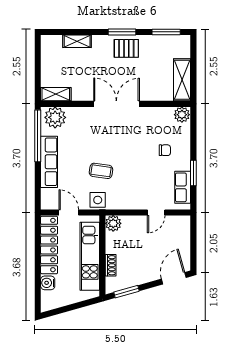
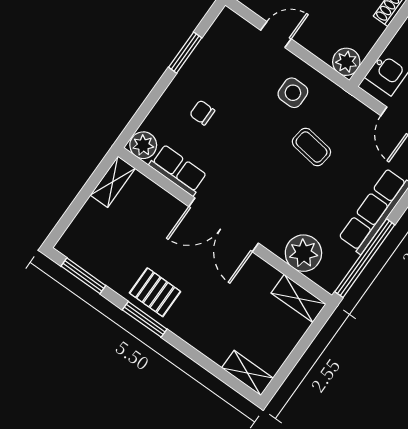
shelving: (77, 41) -> (247, 373), moved
shelving: (182, 80) -> (113, 182), width x0.67, depth x0.75
plant: (55, 117) -> (303, 253), moved
row of seats: (183, 187) -> (178, 170), moved, turned -90
side table: (98, 200) -> (293, 93), moved

